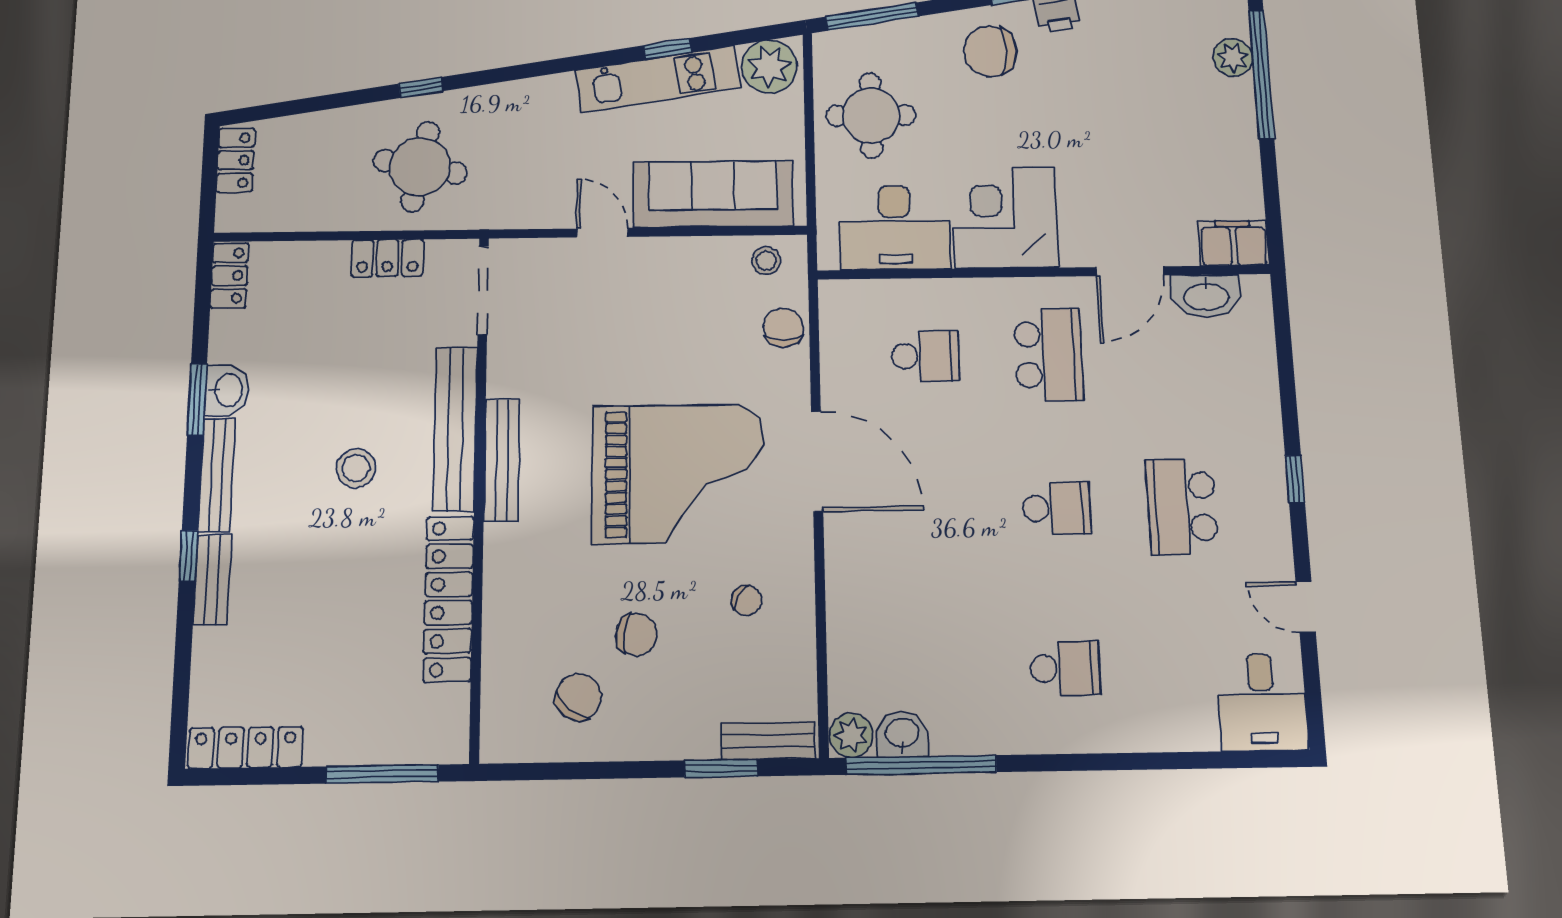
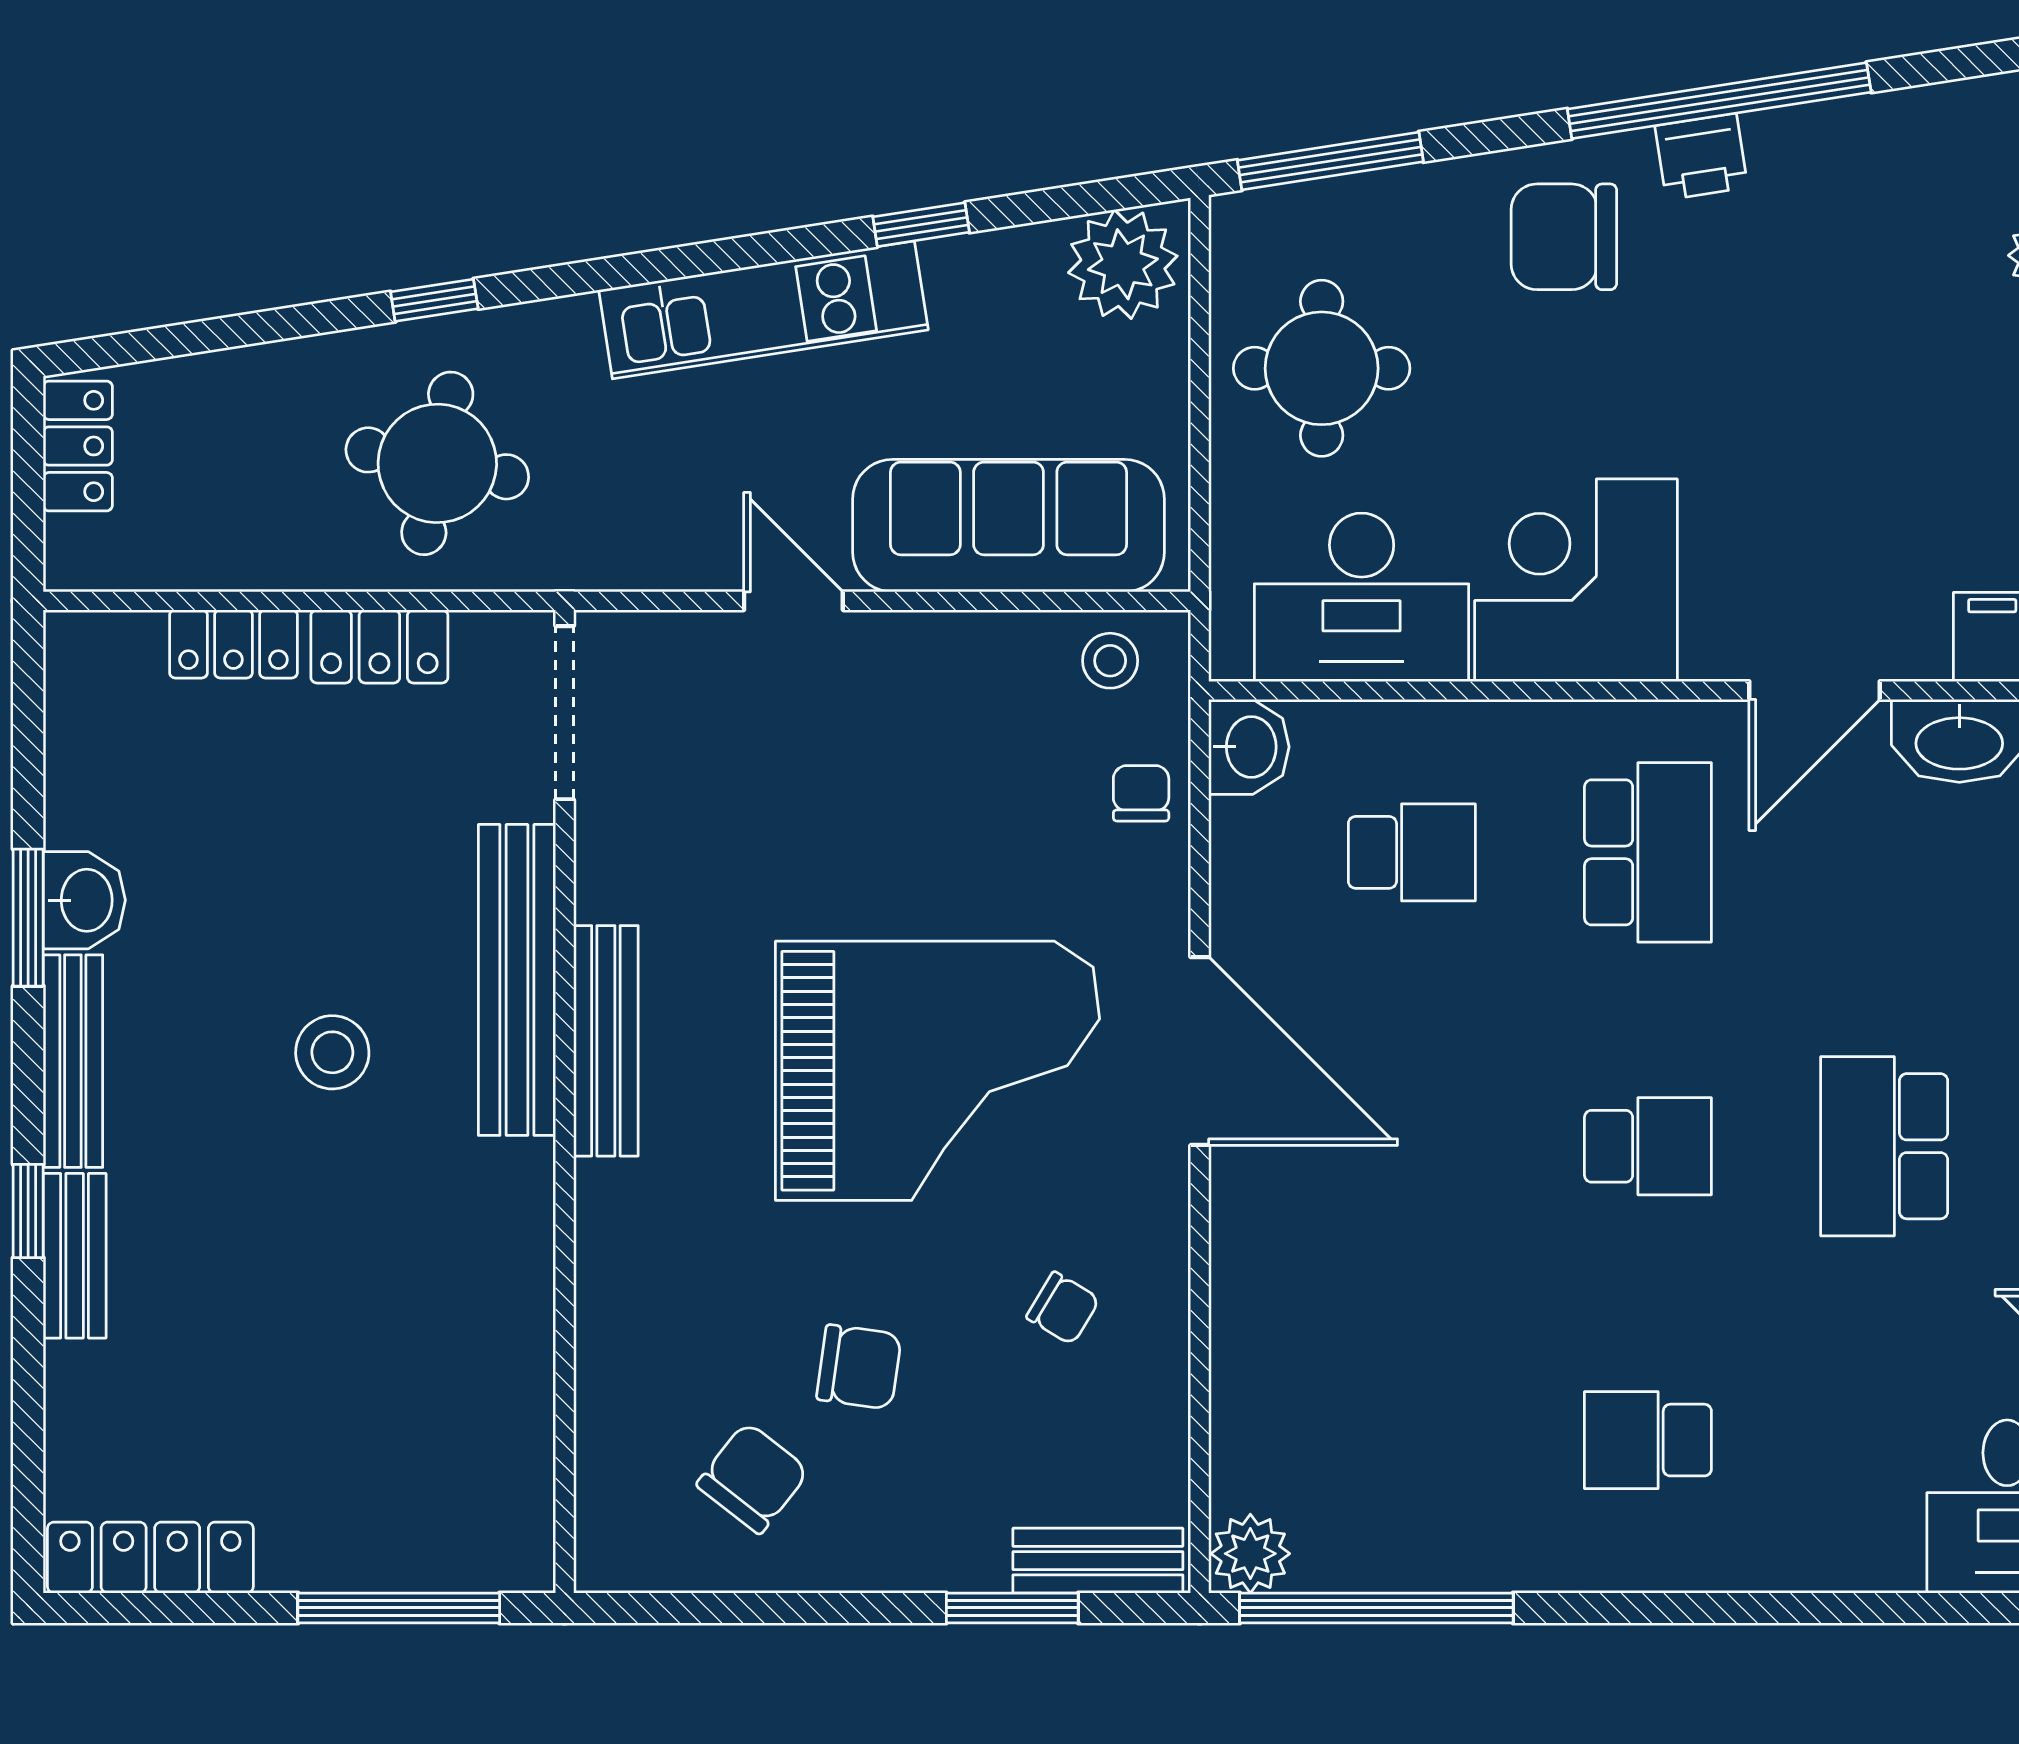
kitchen unit: (658, 79) -> (763, 310), moved
locker: (229, 276) -> (233, 644), moved, turned 90
chair: (783, 328) -> (1141, 793), width x0.73, depth x0.73
locker: (449, 599) -> (512, 1296), removed
school desk: (1065, 668) -> (1648, 1440), turned 180
washbasin: (902, 734) -> (1249, 747), moved, turned 90

